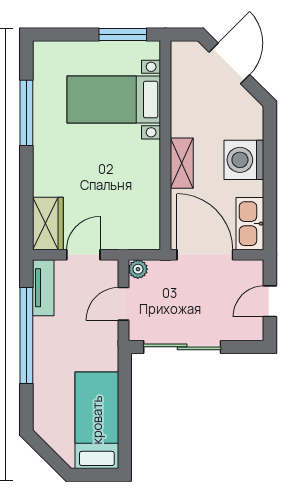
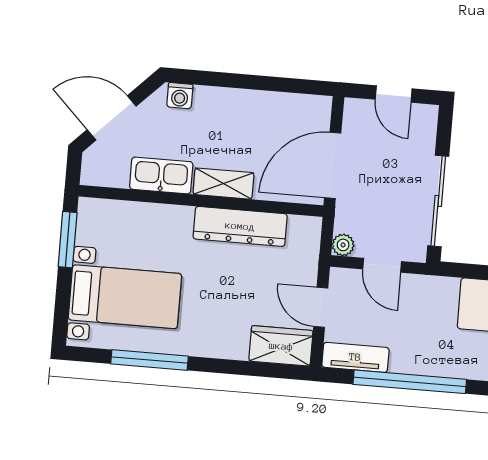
bed with nightstands: (114, 100) -> (125, 297), moved, turned -90
washing machine: (244, 160) -> (180, 96), moved, width x0.53, depth x0.53
dresser: (146, 180) -> (240, 226), added
kitchen sink: (250, 224) -> (161, 175), moved, turned 180

